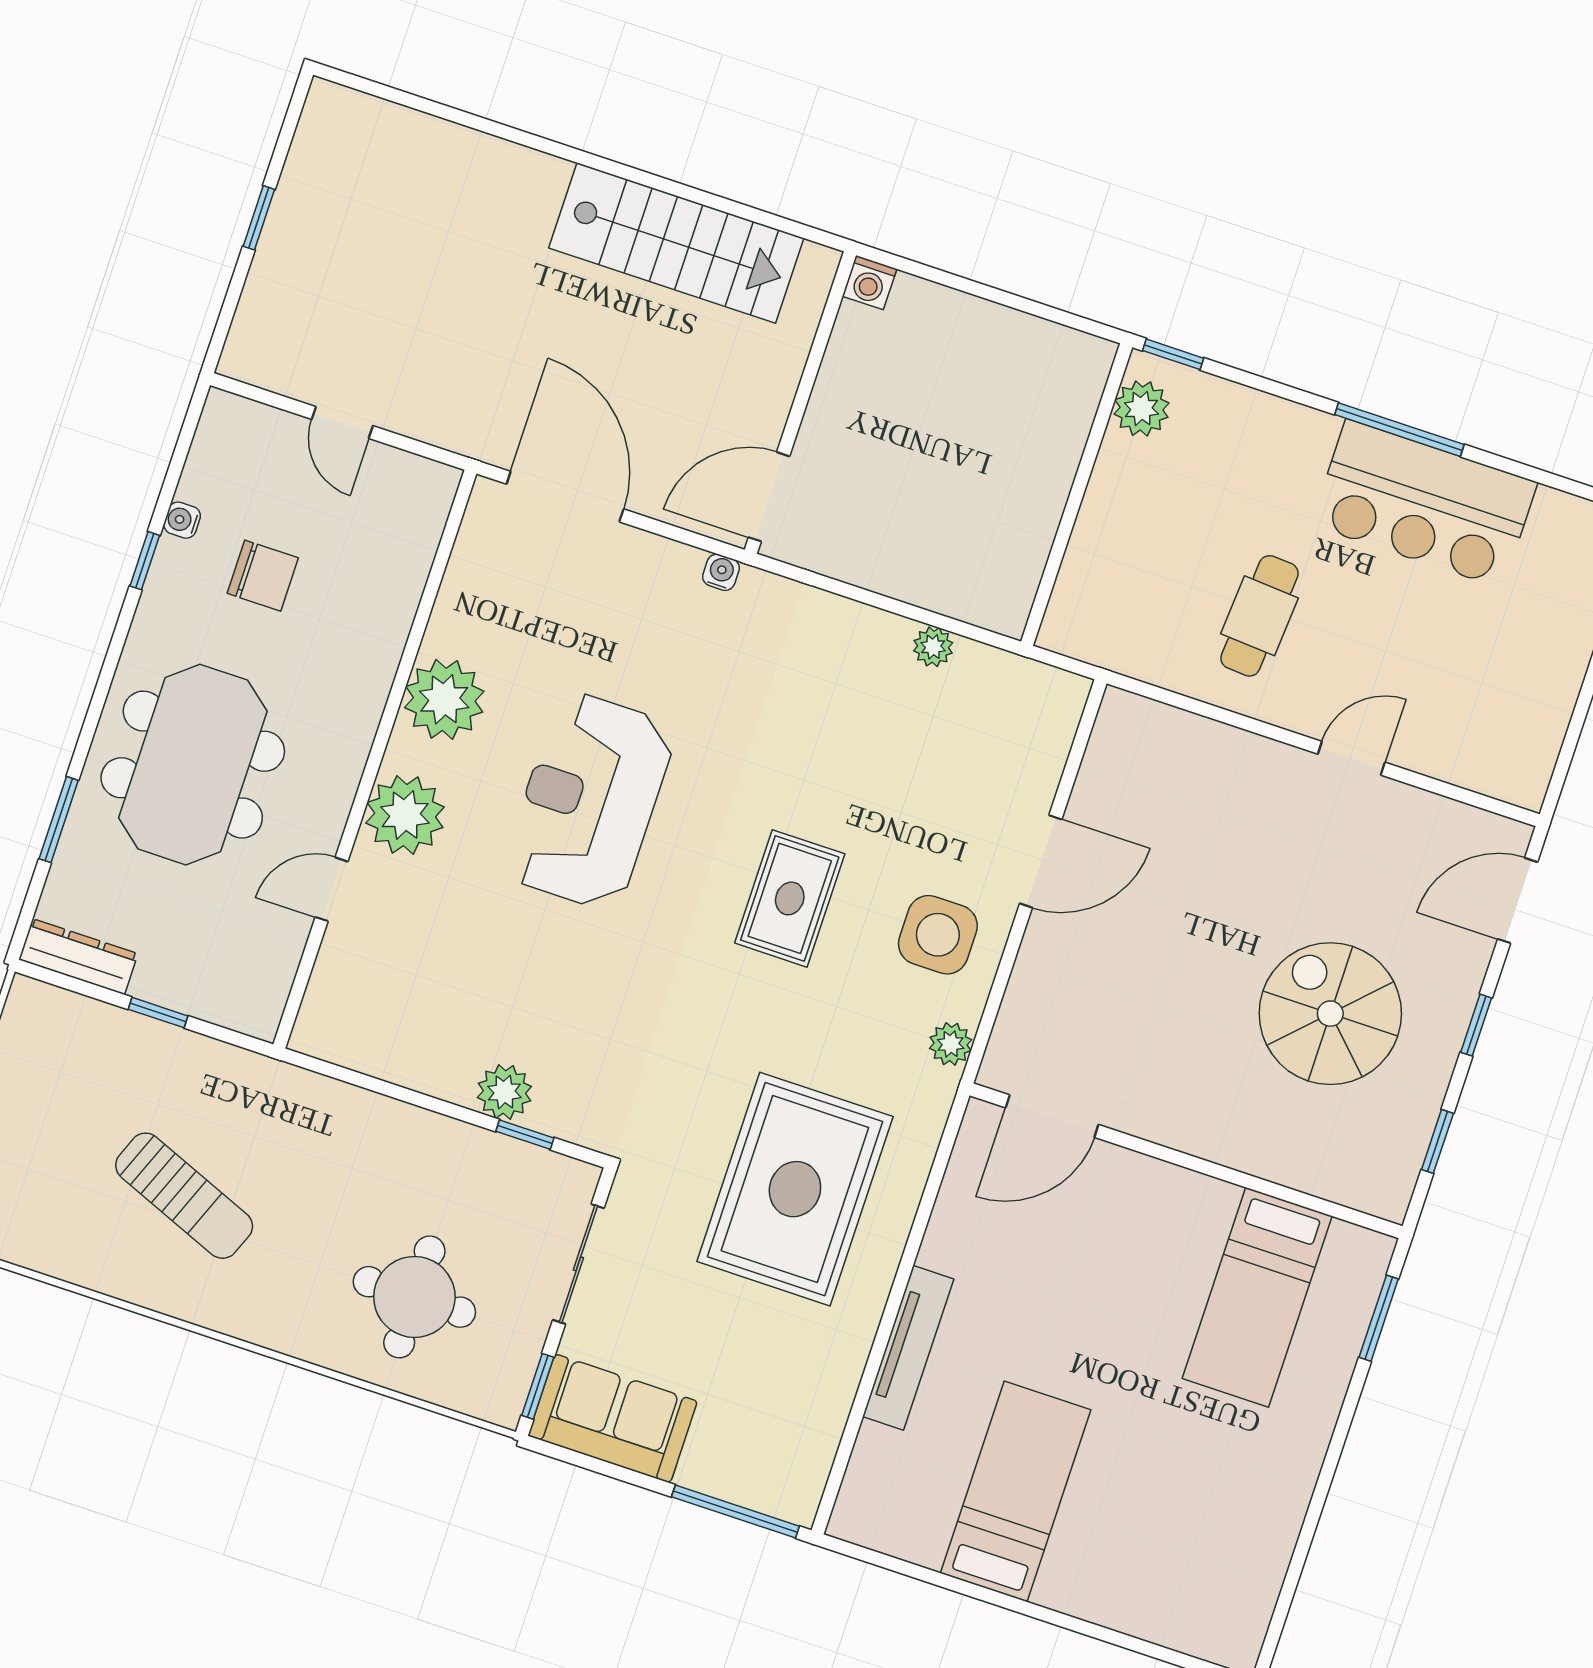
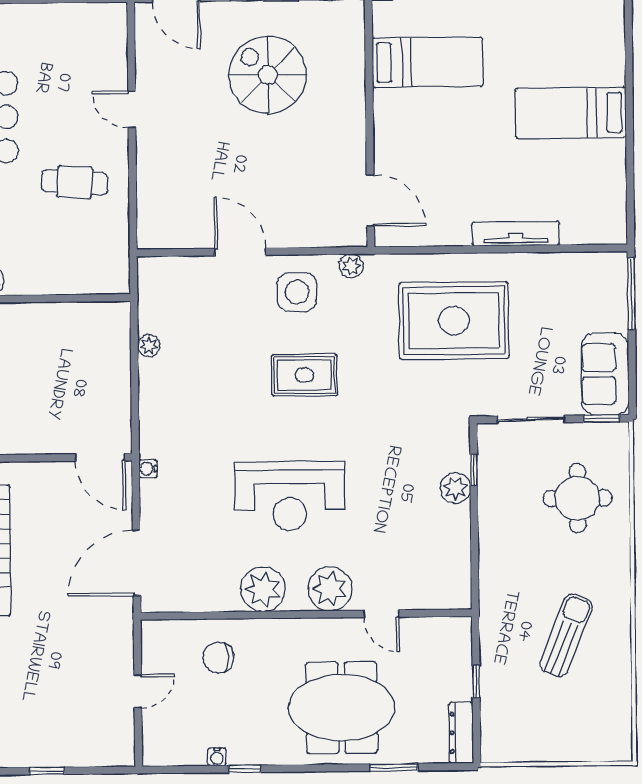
chair: (263, 576) -> (218, 657), moved, turned -90
spiral stairs: (1330, 1014) -> (268, 75), turned 90
bed: (1016, 1491) -> (571, 113), moved

